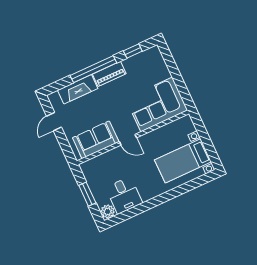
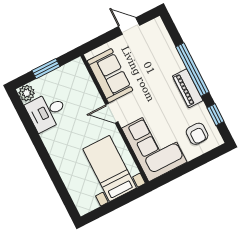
armchair: (148, 67) -> (197, 134), added
fireplace: (78, 89) -> (168, 52), removed
door: (128, 140) -> (112, 113), hinge flipped
bed with nightstands: (183, 161) -> (110, 168), moved

